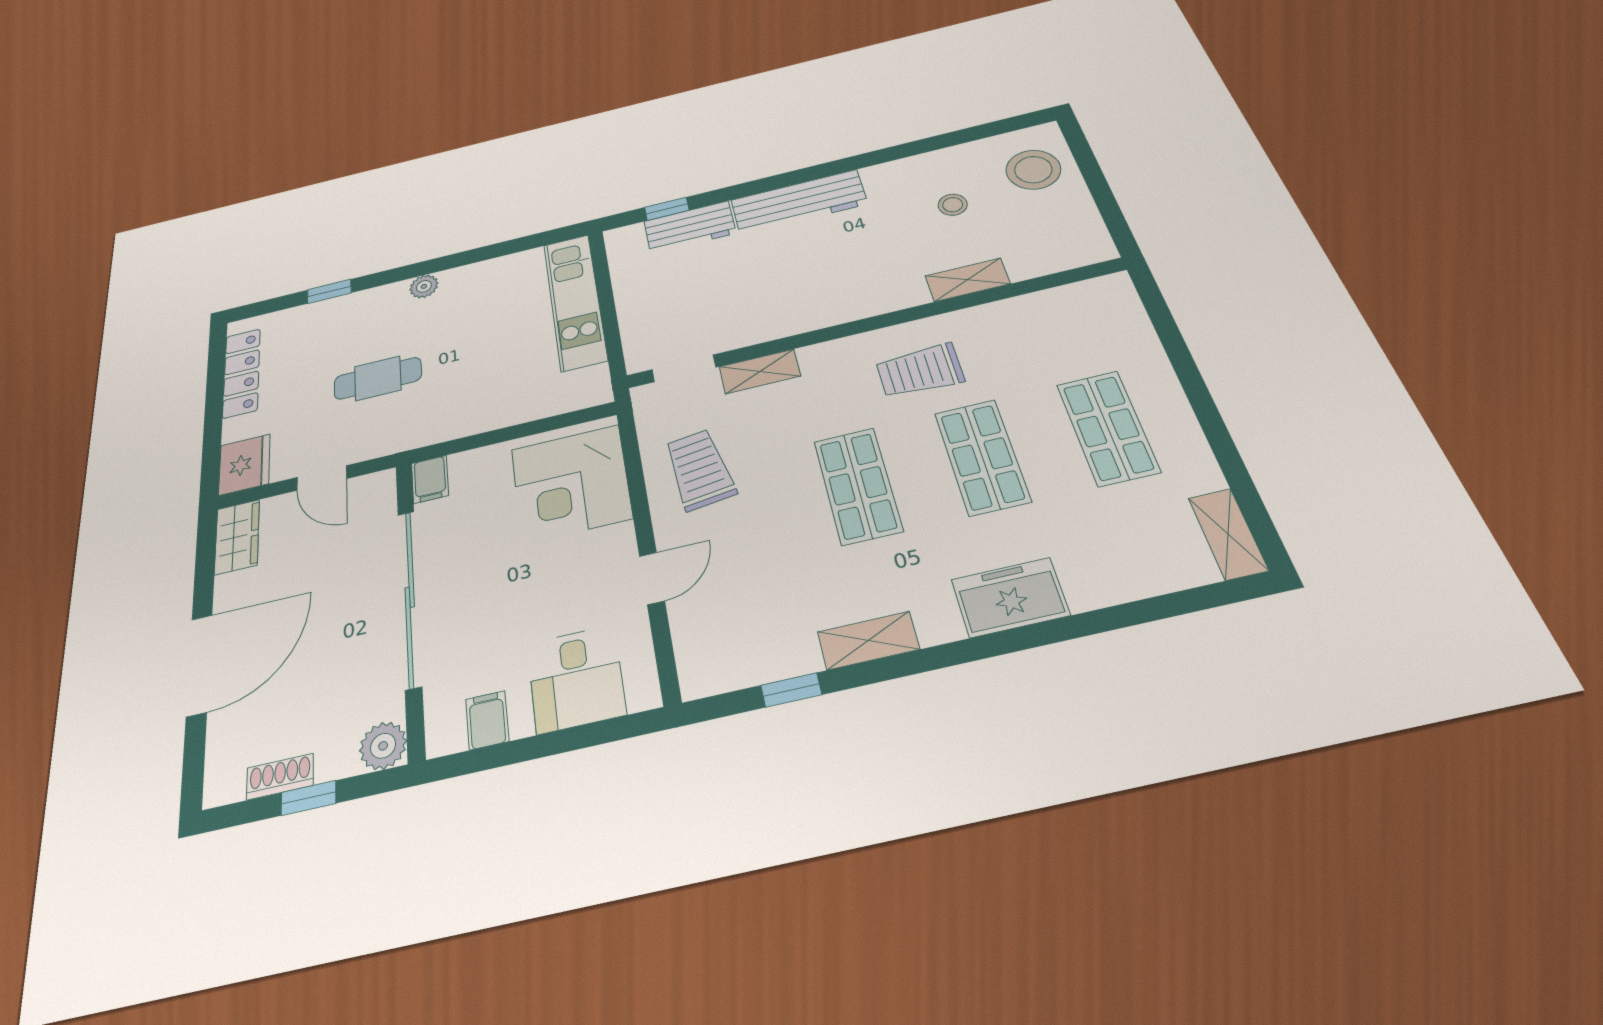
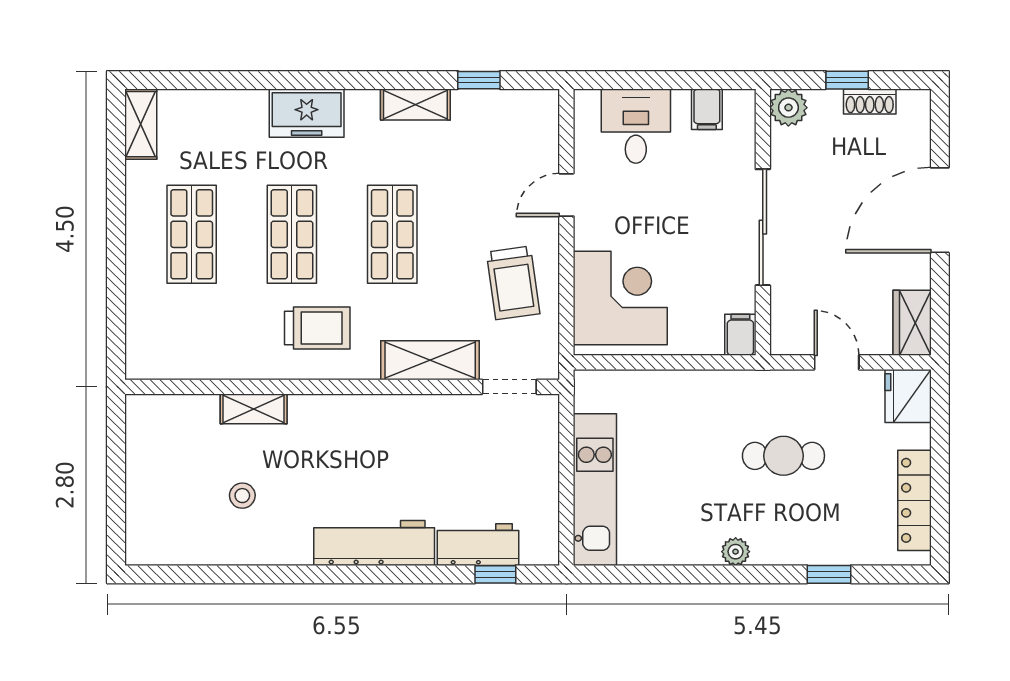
stool: (1033, 170) -> (163, 514), removed
shelving: (760, 371) -> (430, 360), width x1.50, depth x1.33
sliding door: (410, 597) -> (763, 227), width x0.73

